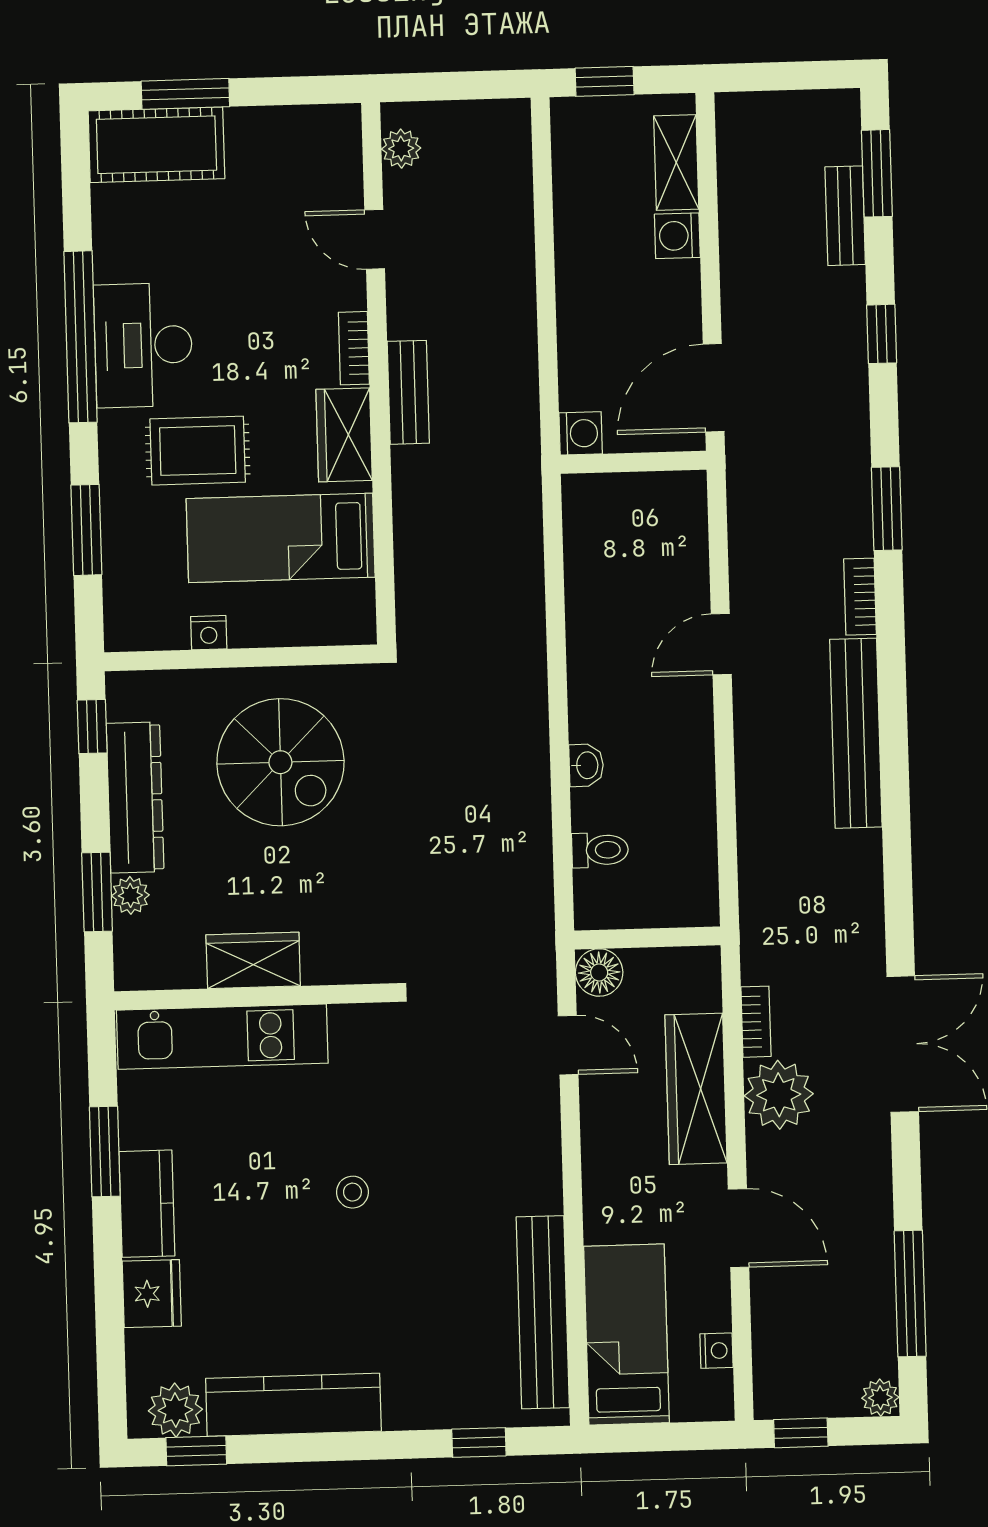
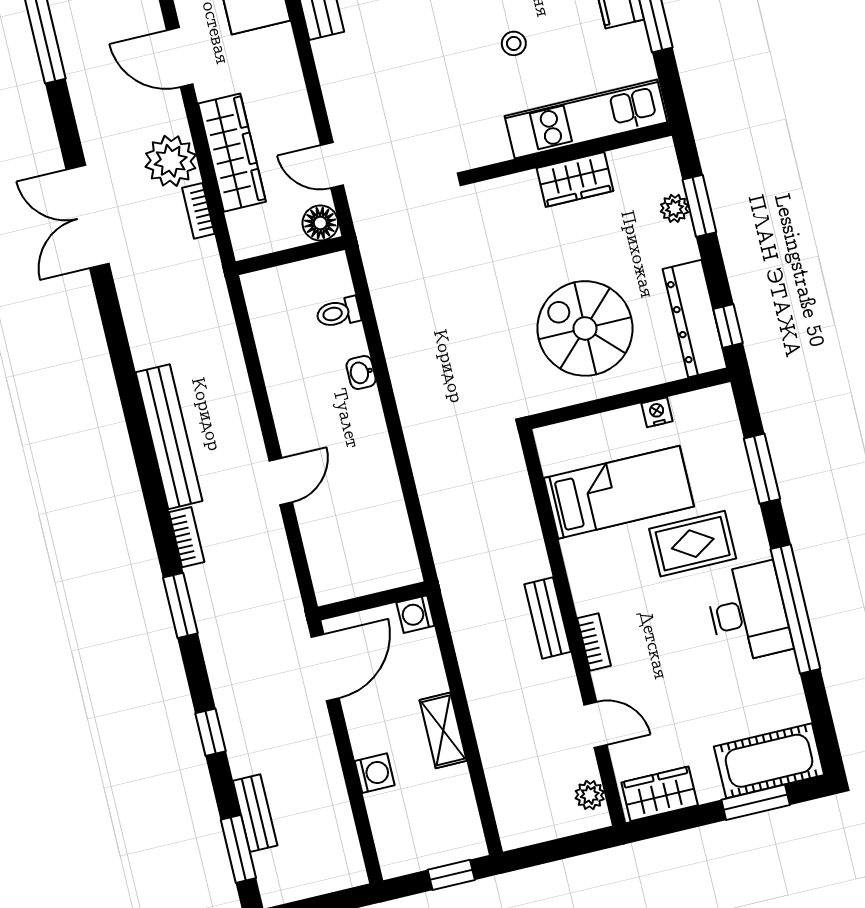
shelving: (676, 163) -> (443, 730), moved
wardrobe: (344, 435) -> (660, 794), moved, turned -90
dresser: (135, 797) -> (695, 319), moved
stool: (352, 1192) -> (514, 43), moved

